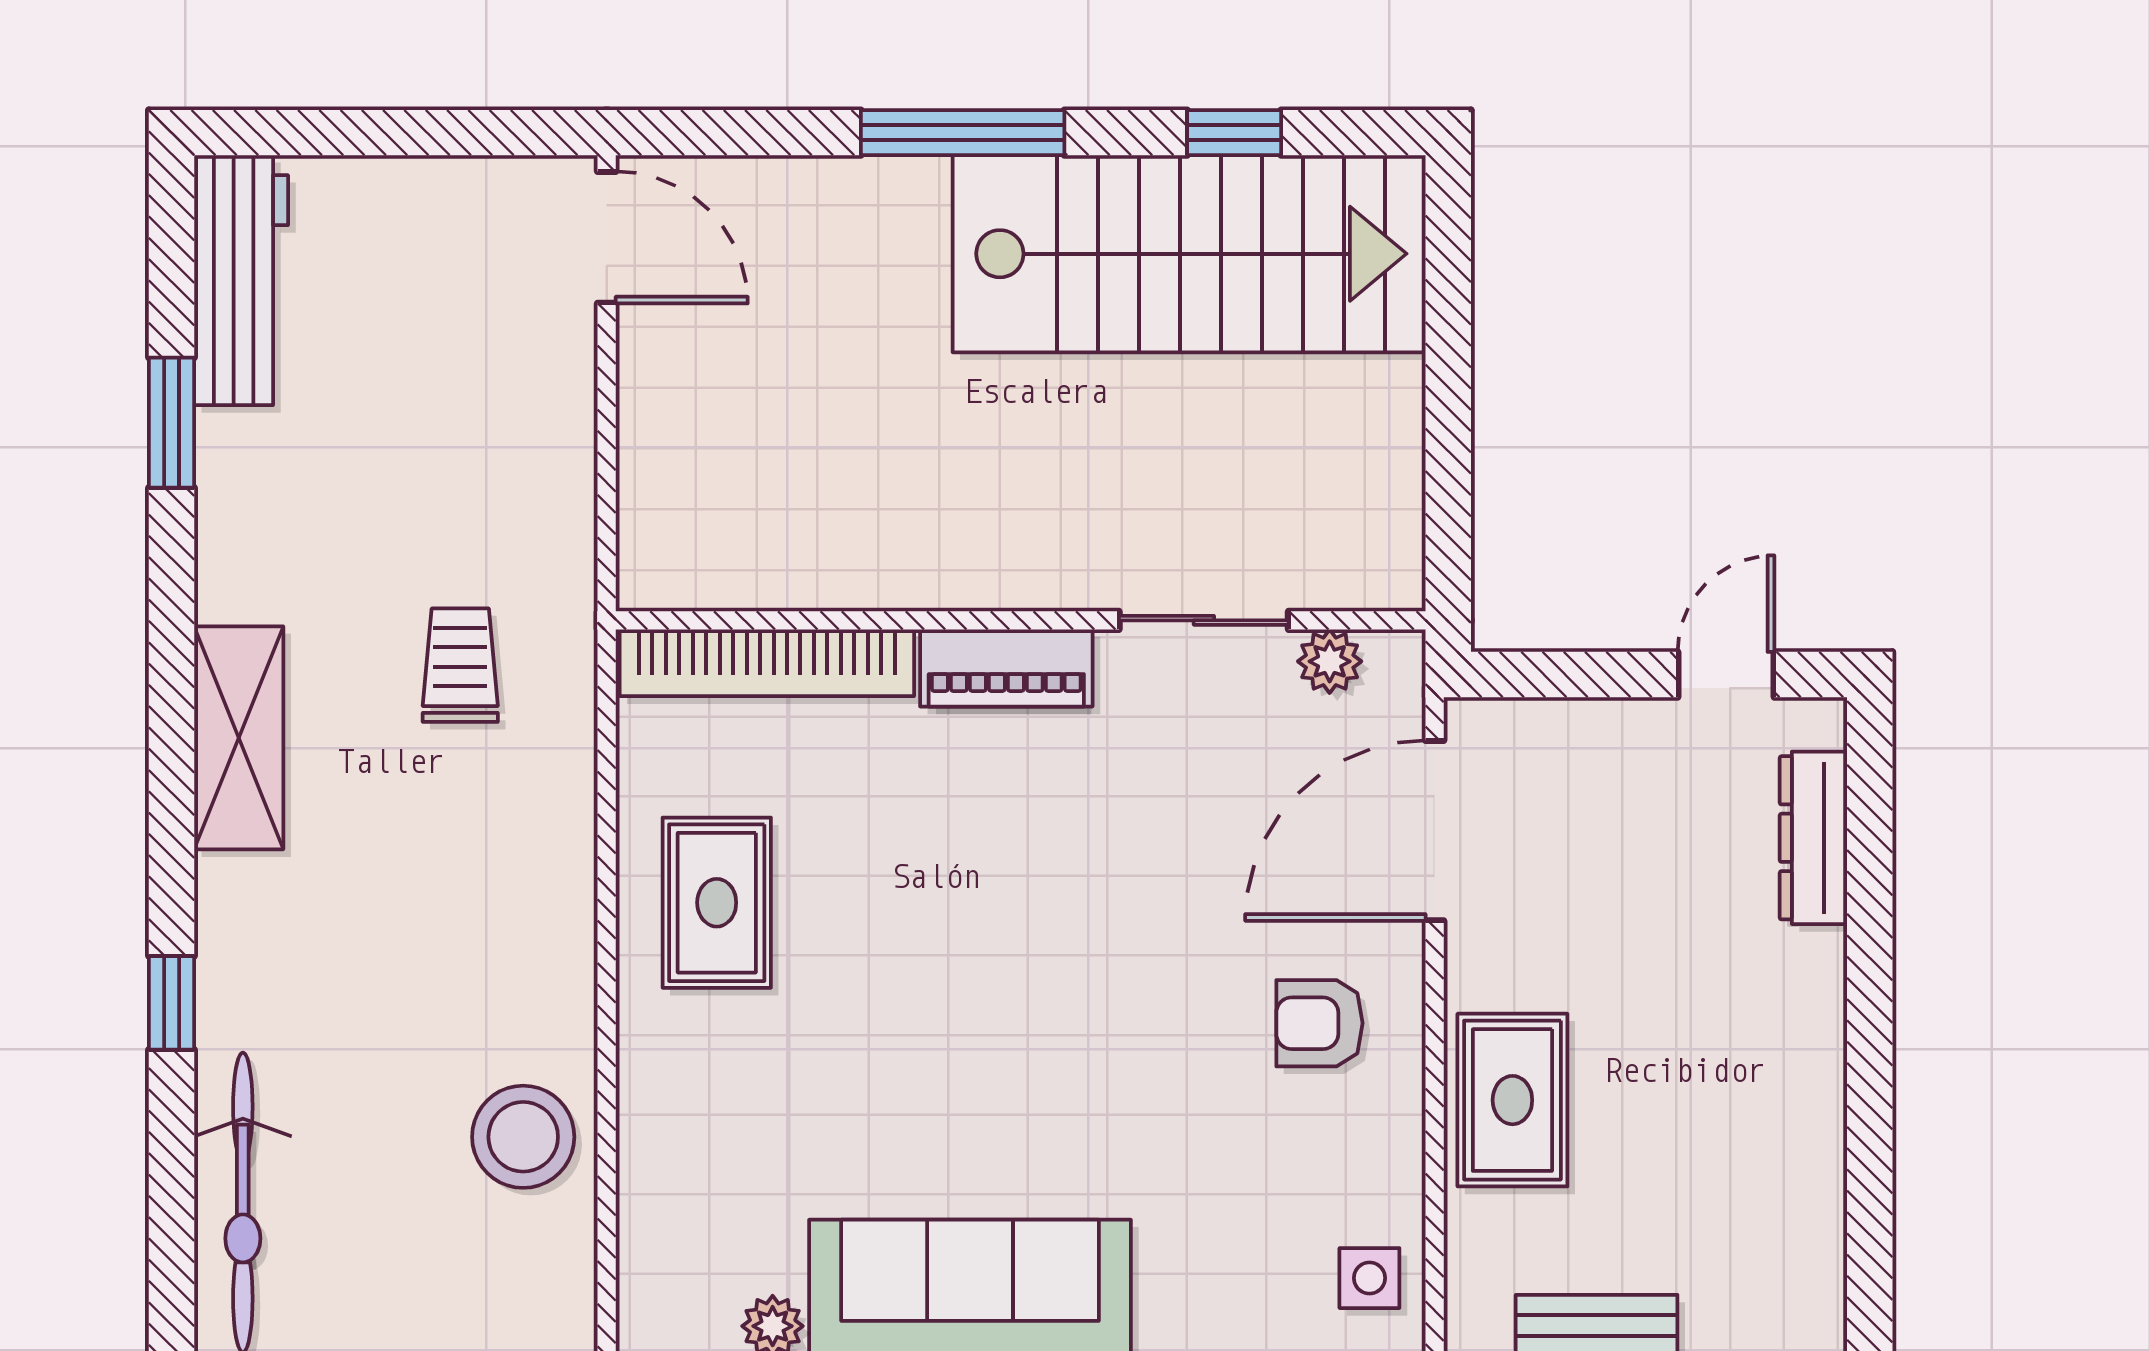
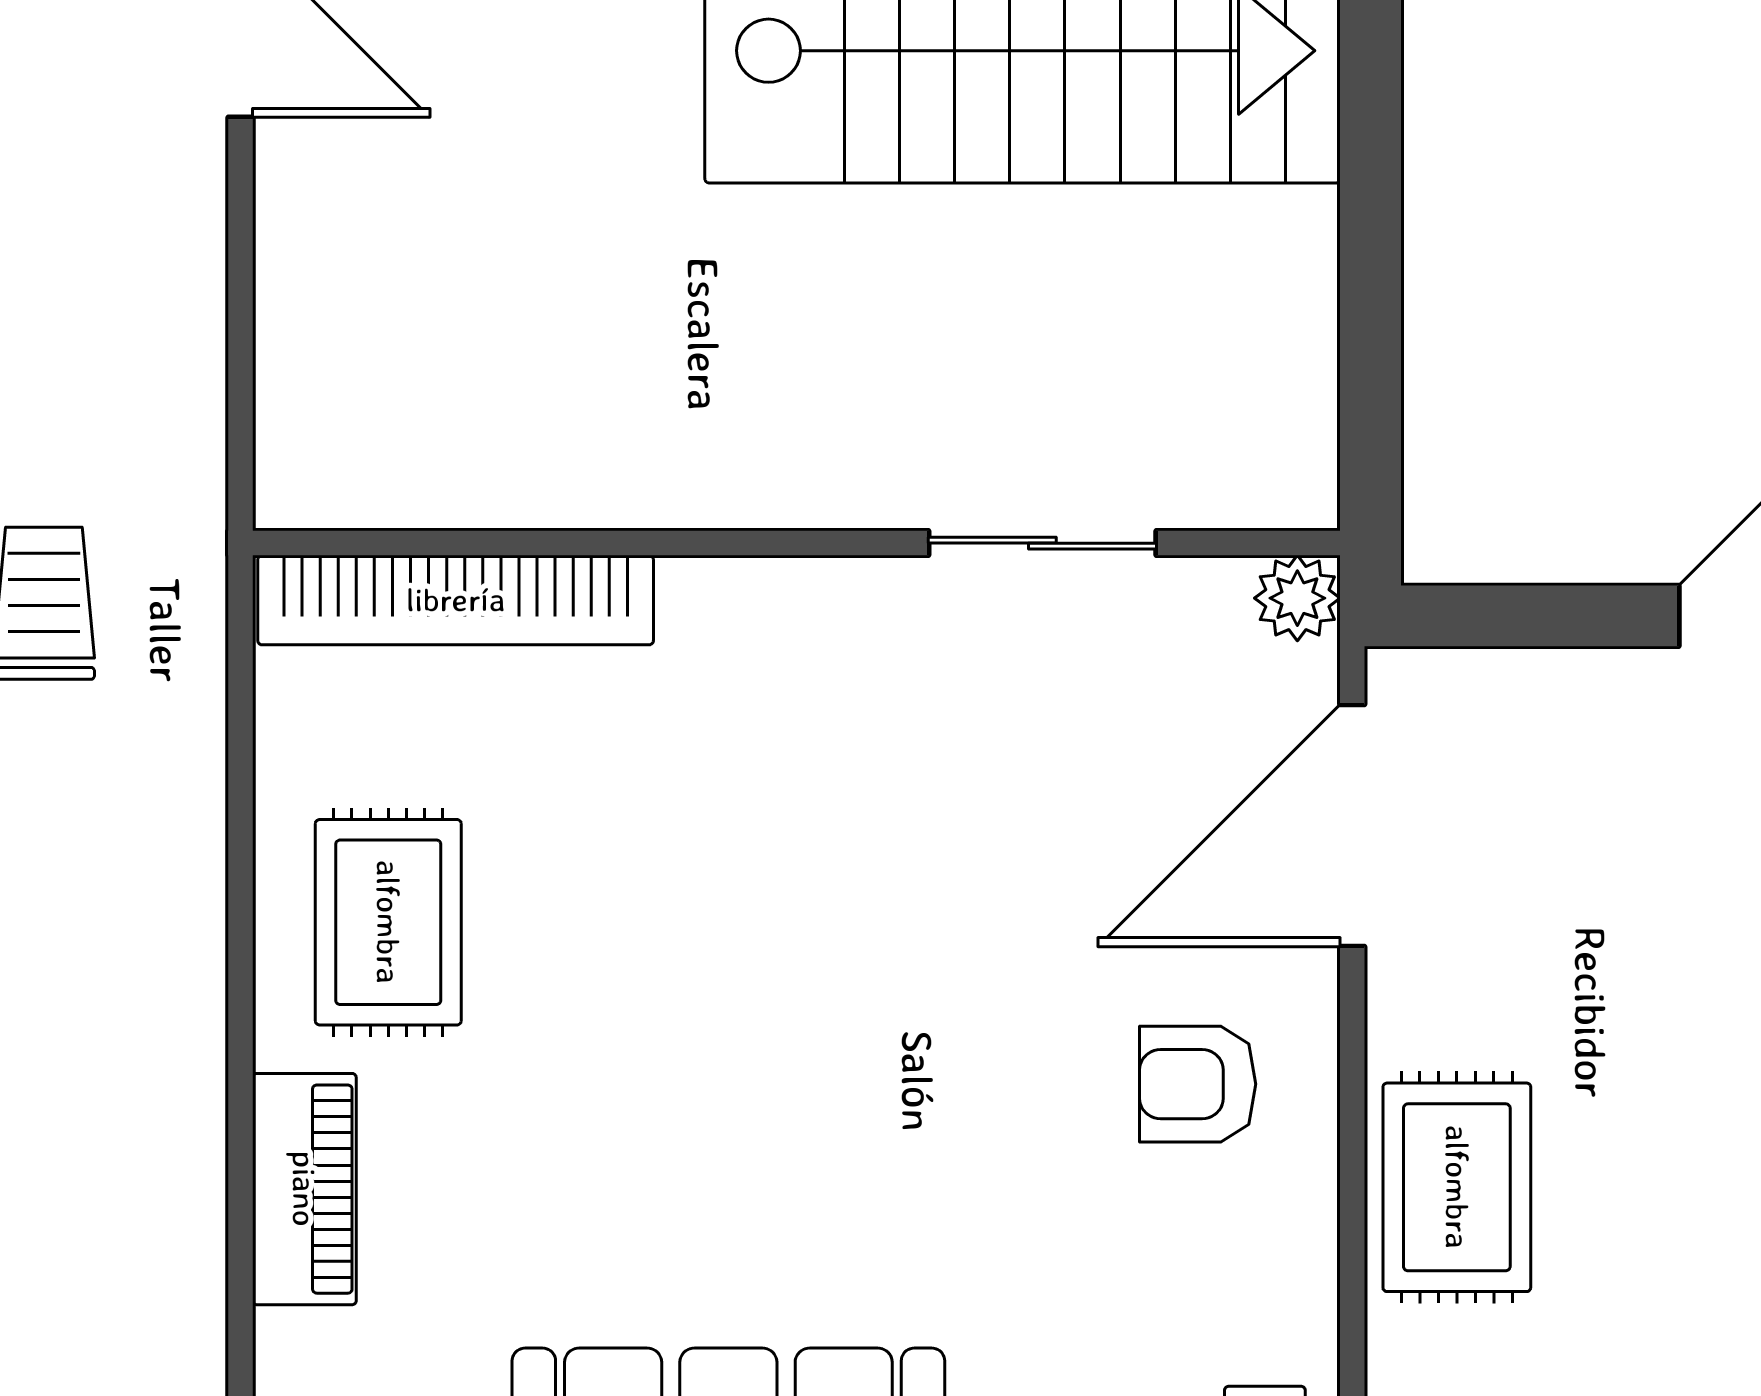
plant: (1330, 661) -> (1297, 598), moved
piano: (1006, 668) -> (304, 1189), moved, turned -90
stool: (523, 1137) -> (128, 1237), removed

